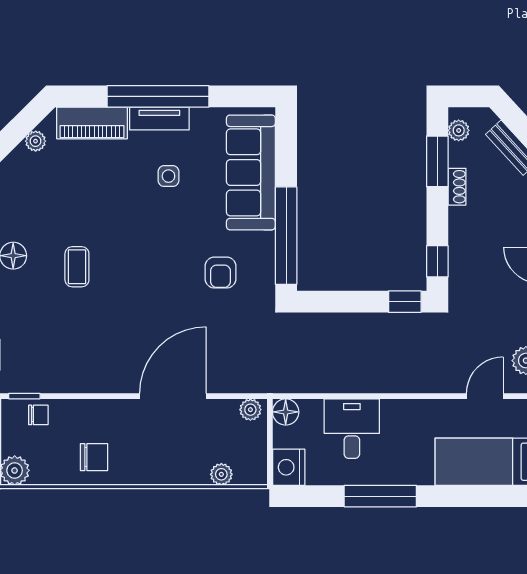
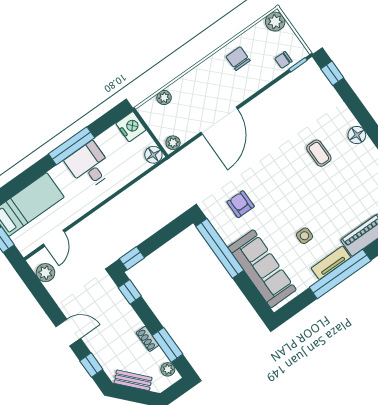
desk: (352, 429) -> (89, 166), moved, turned 180
chair: (94, 457) -> (238, 59), turned 90

